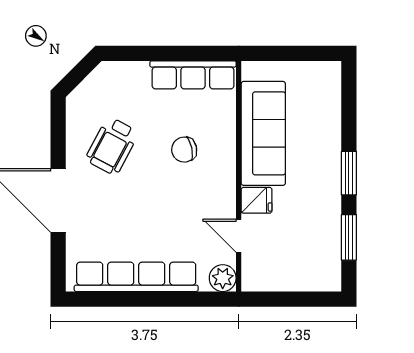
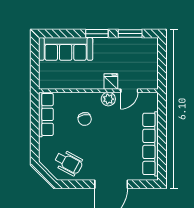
sofa: (263, 133) -> (66, 49), moved, turned 180
wheelchair: (112, 146) -> (68, 163), moved
plant: (223, 278) -> (108, 99), moved

